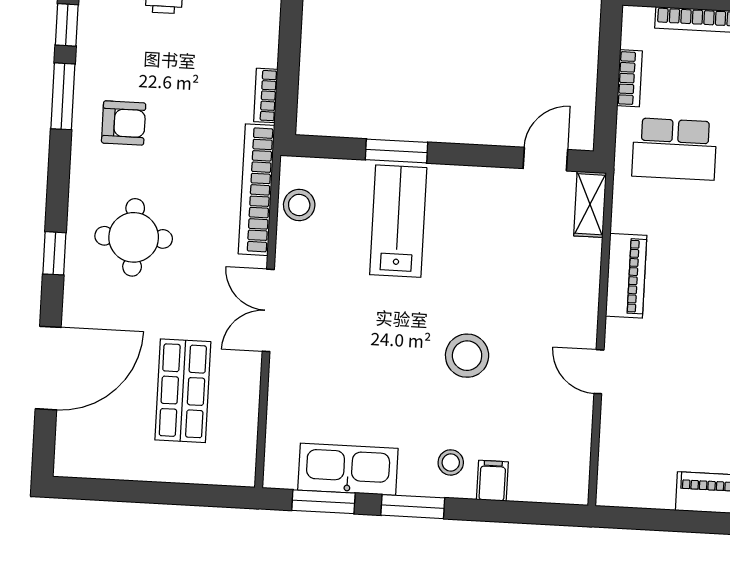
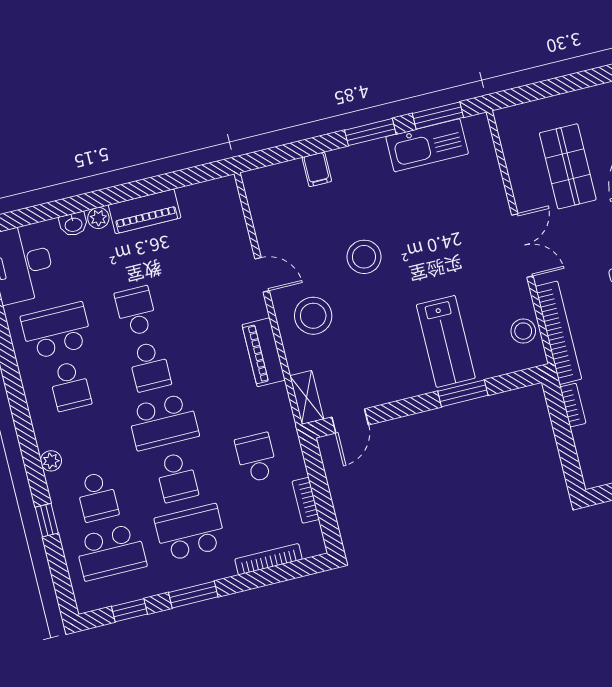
school desk: (674, 149) -> (256, 458), width x0.54
stool: (451, 462) -> (313, 316), moved, width x1.89, depth x1.89

